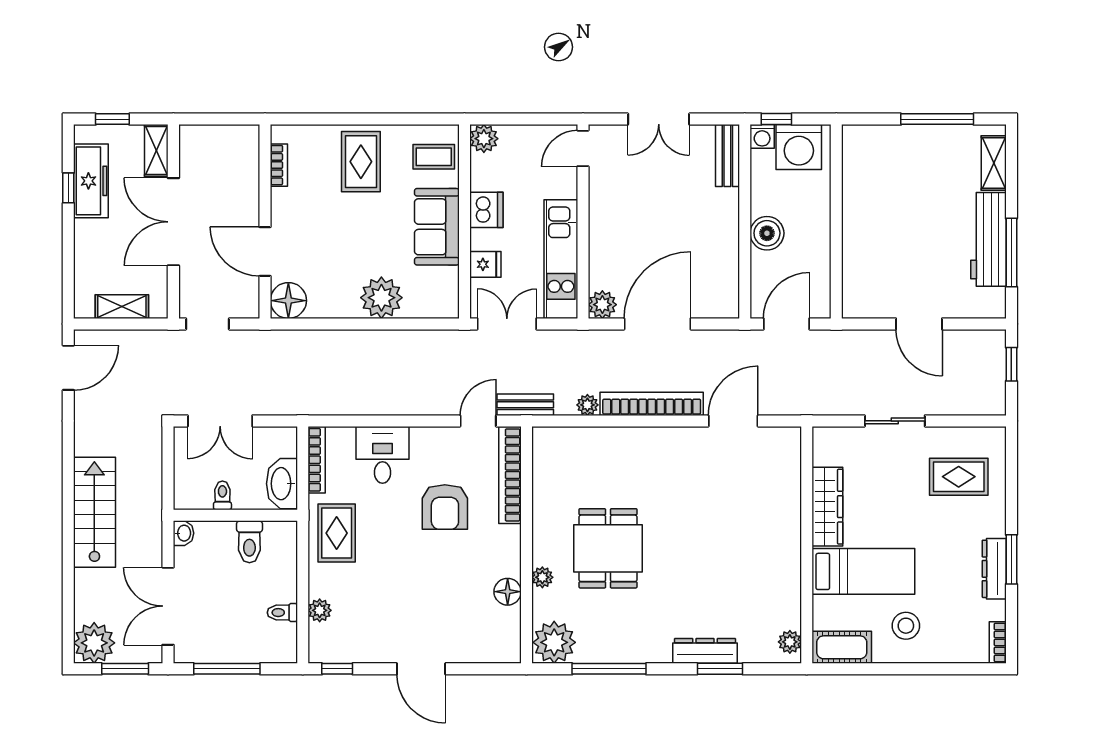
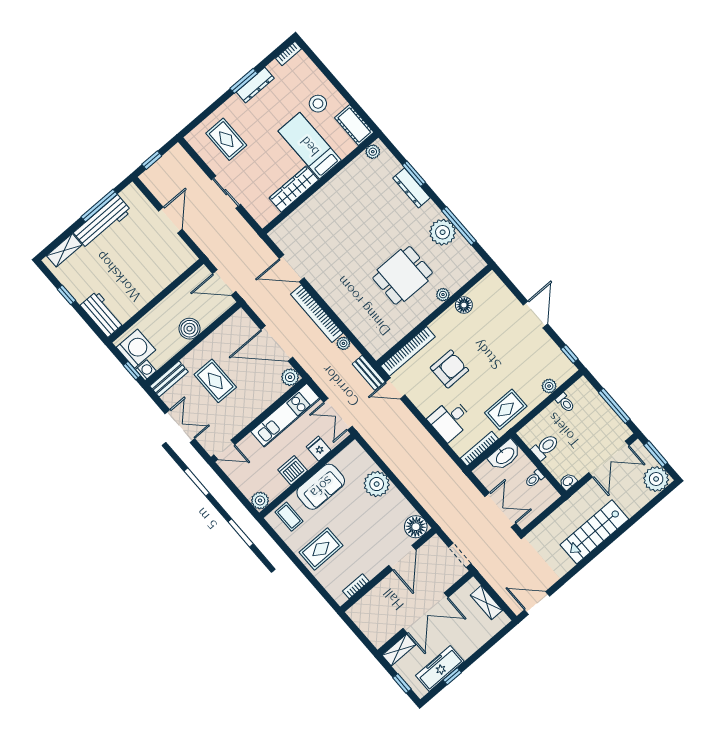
window: (937, 119) -> (67, 295), width x0.46
workbench: (876, 142) -> (102, 314), added
rug: (676, 210) -> (215, 381), added
plant: (554, 642) -> (443, 232), moved

